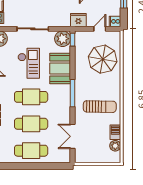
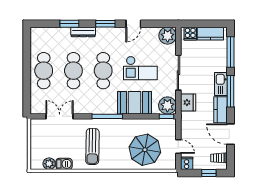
fridge: (78, 20) -> (188, 103), moved

